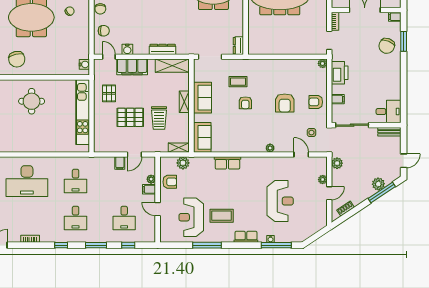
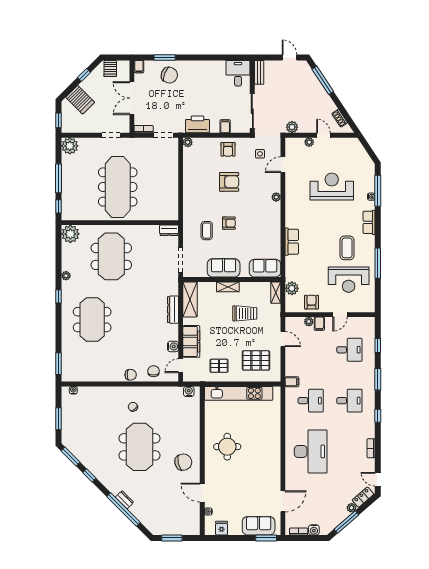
pallet: (130, 117) -> (256, 360), moved, turned 90
filing cabinet: (120, 163) -> (292, 382), moved
plant: (378, 184) -> (314, 84), removed

